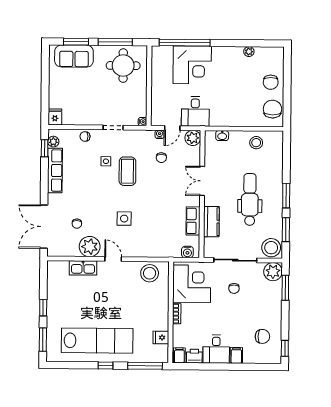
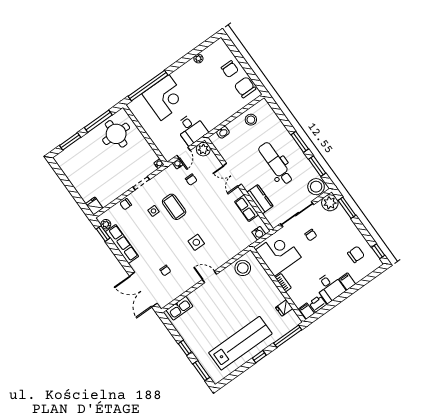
sofa: (74, 56) -> (76, 153), removed
plant: (90, 247) -> (186, 280), removed
kitchen sink: (83, 268) -> (179, 308), moved

